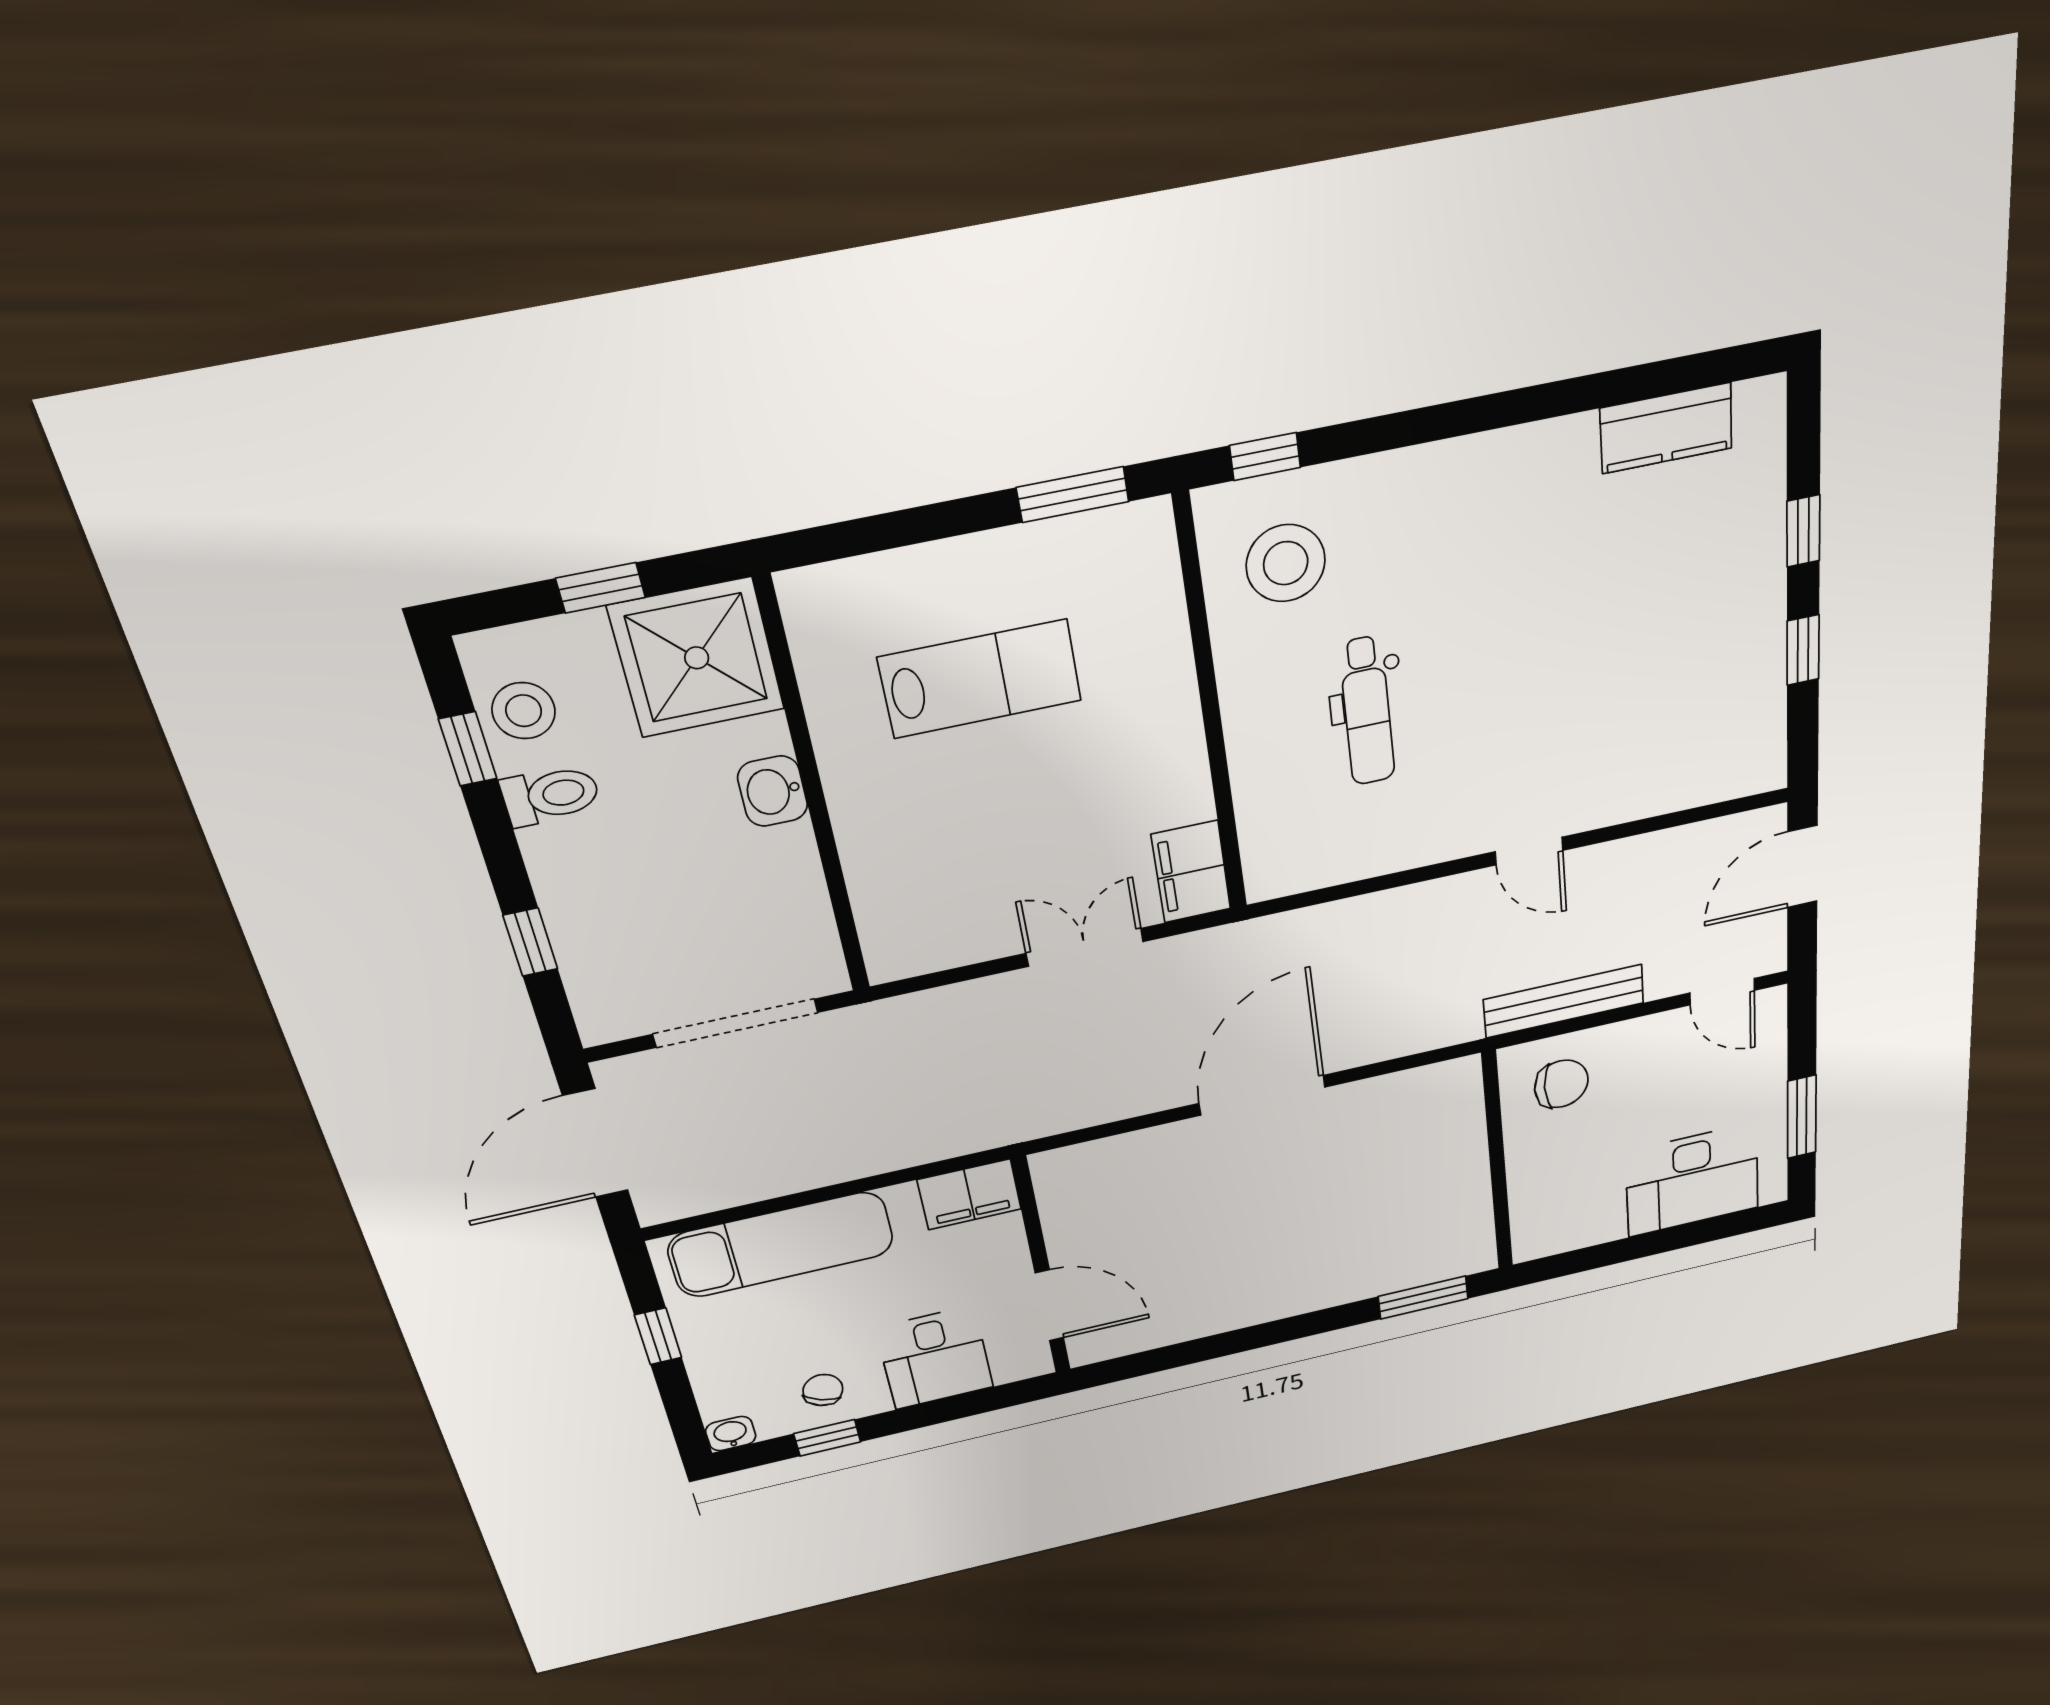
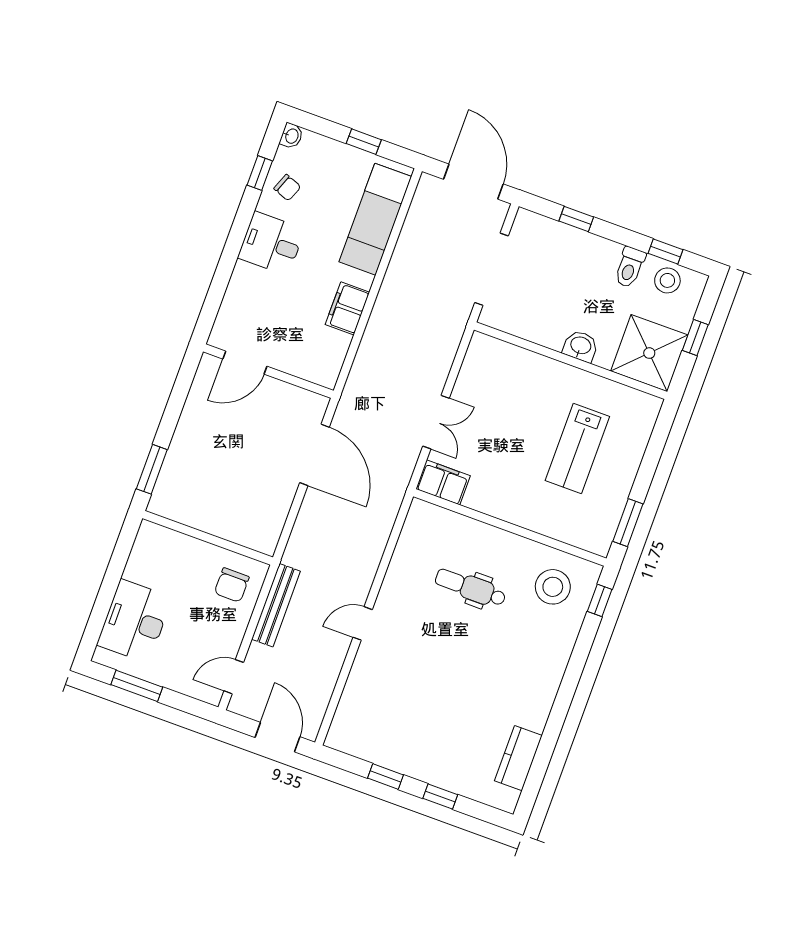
wall: (1041, 1267) -> (268, 371), moved
door: (1049, 1305) -> (245, 363), moved

